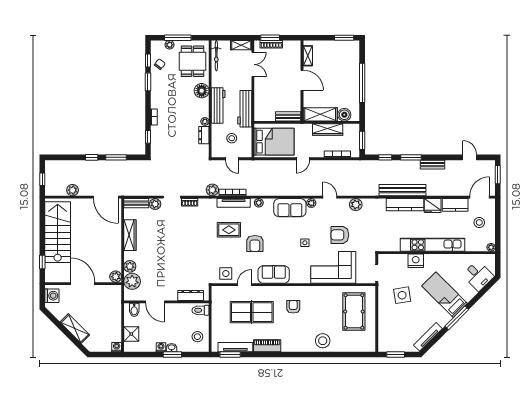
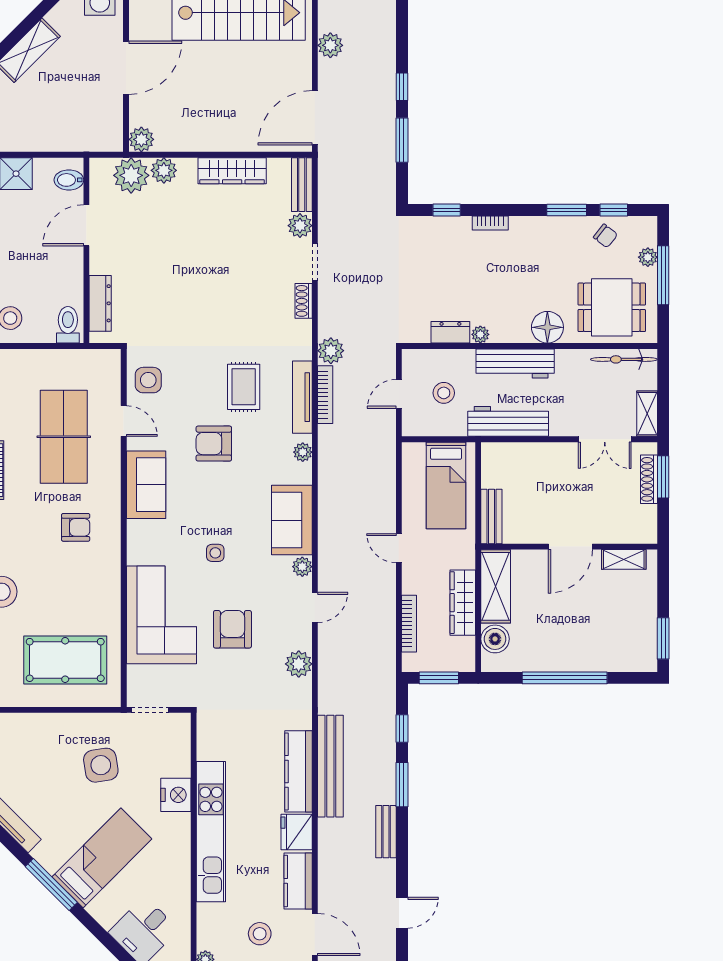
bed: (274, 142) -> (446, 485), width x0.67

